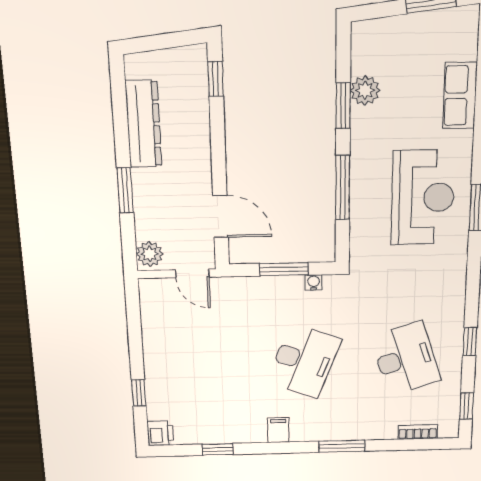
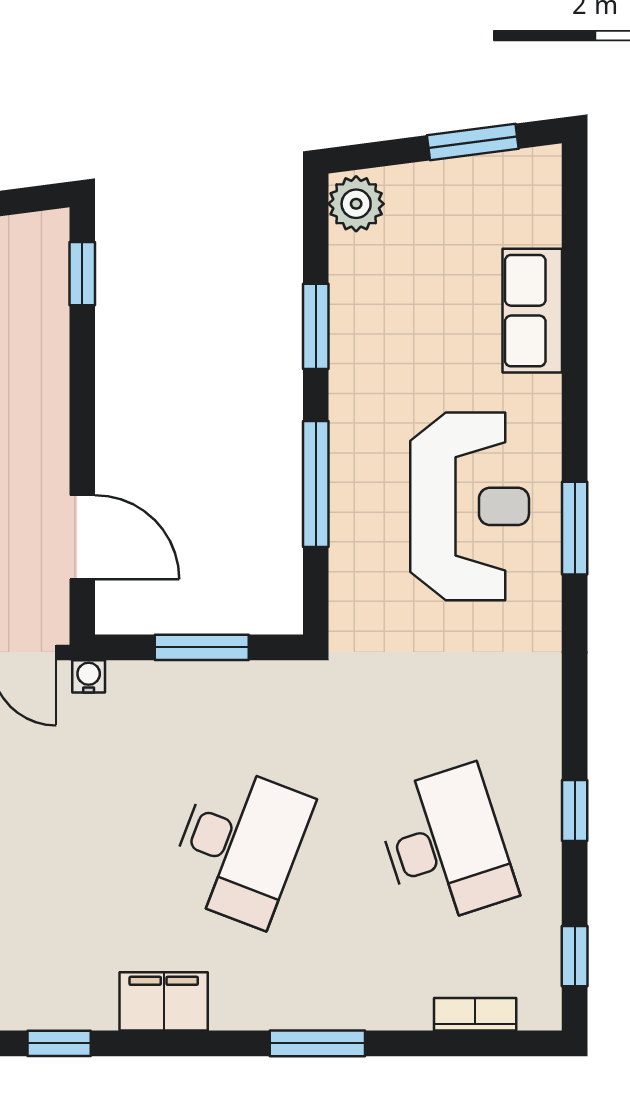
plant: (365, 90) -> (356, 204), moved
water cooler: (314, 283) -> (89, 676), moved
filing cabinet: (278, 430) -> (164, 1001), width x2.00

